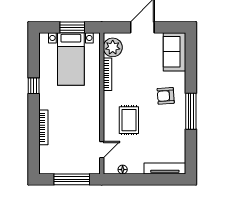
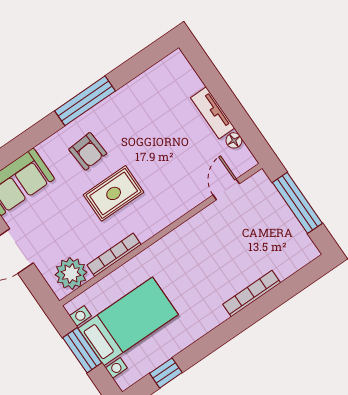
window: (34, 86) -> (166, 373), moved
rug: (129, 120) -> (114, 193), moved
door: (102, 150) -> (226, 189), hinge flipped
tv unit: (165, 168) -> (213, 113), moved, width x0.71

